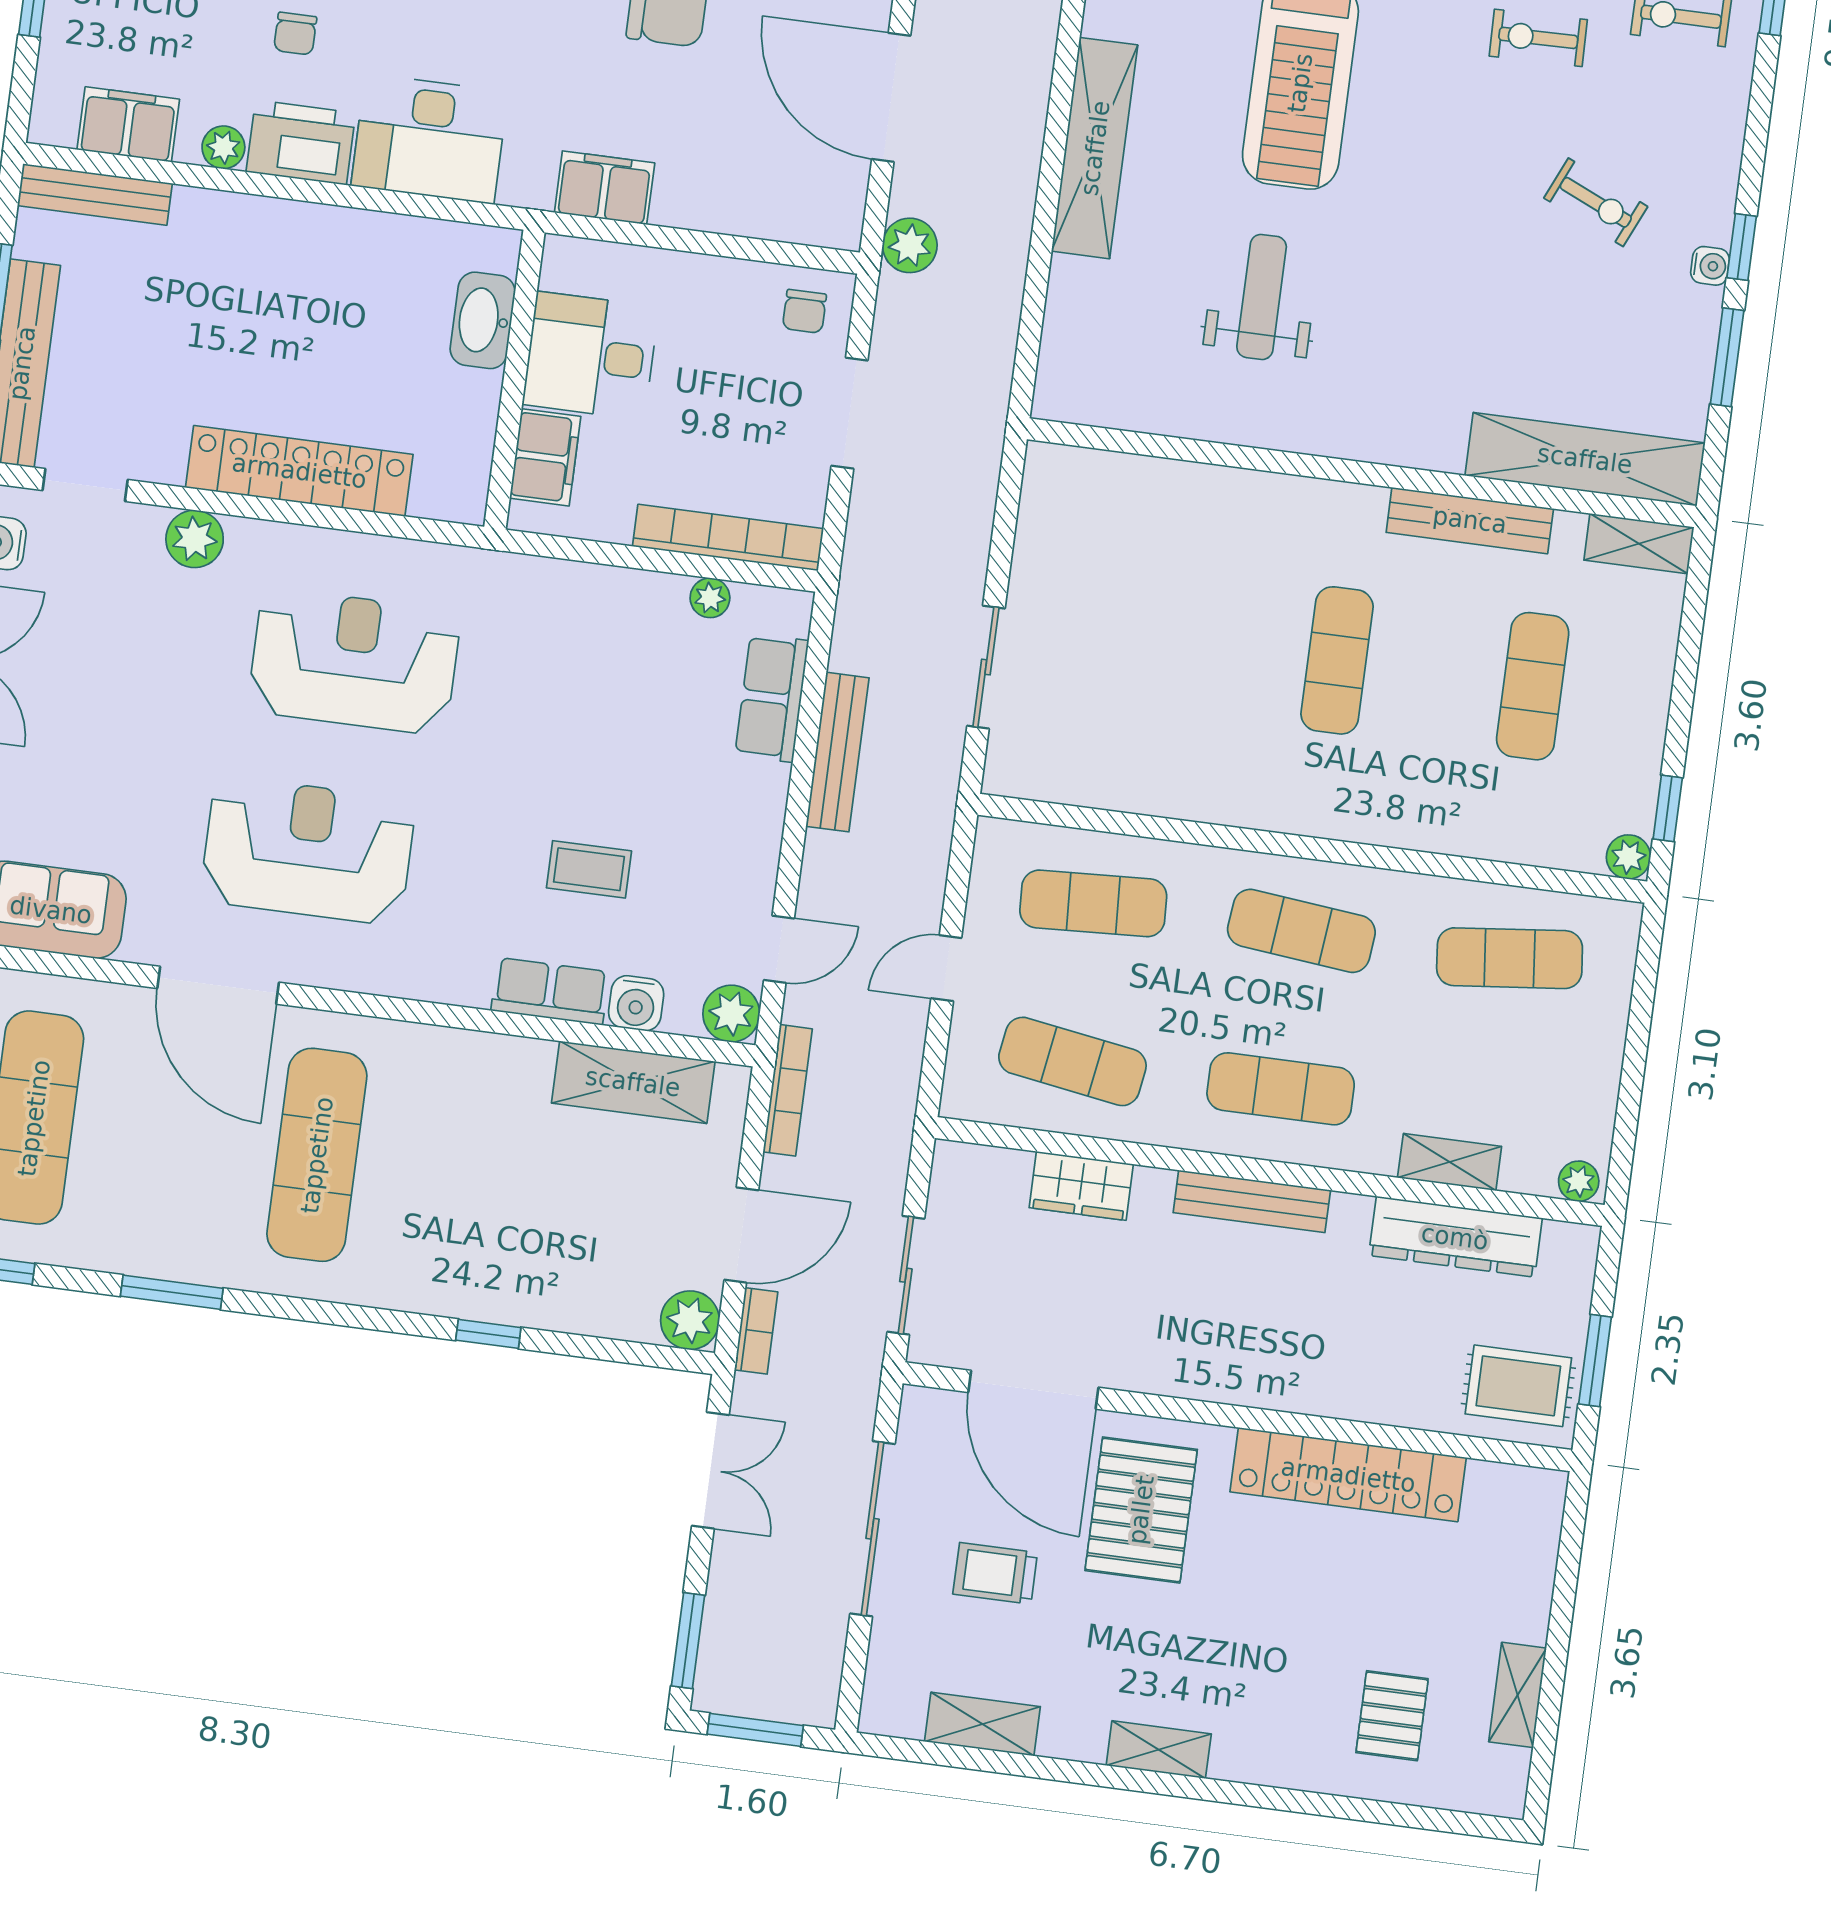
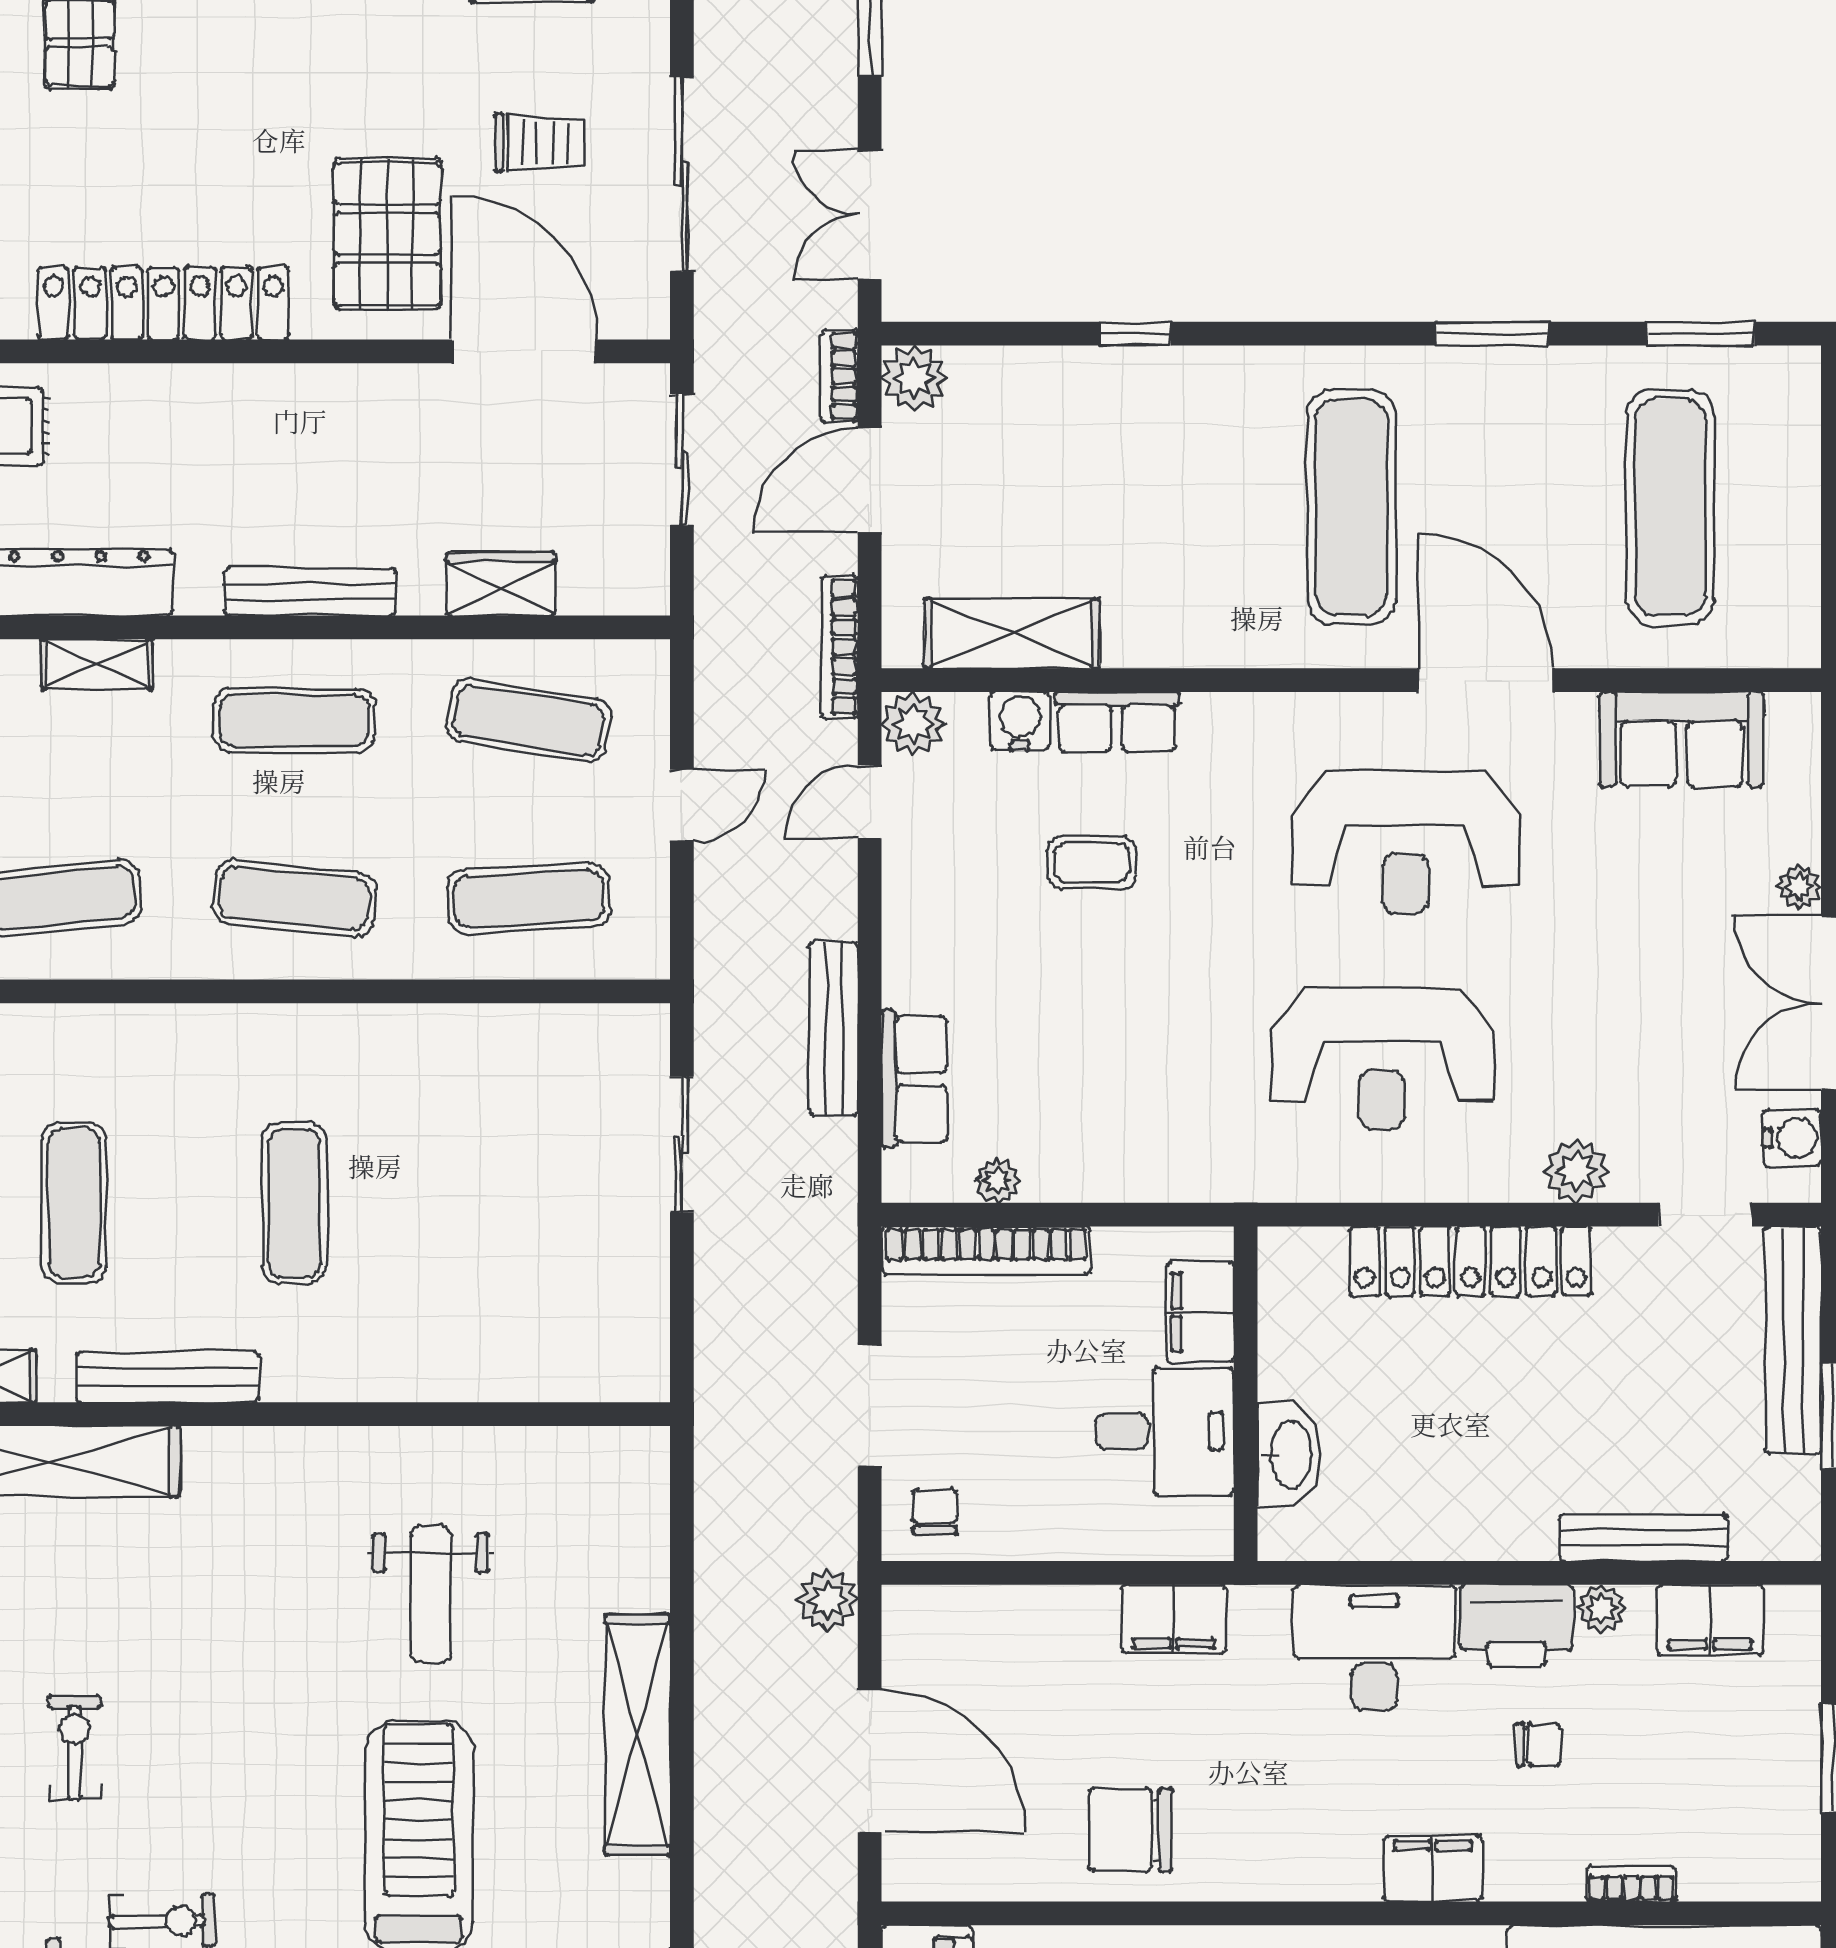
chair: (295, 34) -> (1539, 1745), turned 90
bench: (95, 195) -> (1643, 1537), moved
exercise bike: (1596, 202) -> (75, 1748), turned 66

